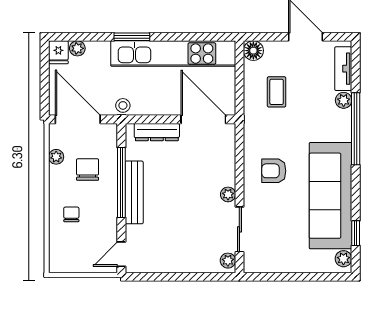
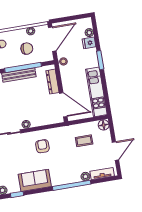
fridge: (58, 52) -> (89, 43), moved
kitchen unit: (173, 54) -> (96, 92), width x0.73
door: (203, 119) -> (63, 105), hinge flipped
sofa: (330, 196) -> (35, 180), width x0.54, depth x0.79

